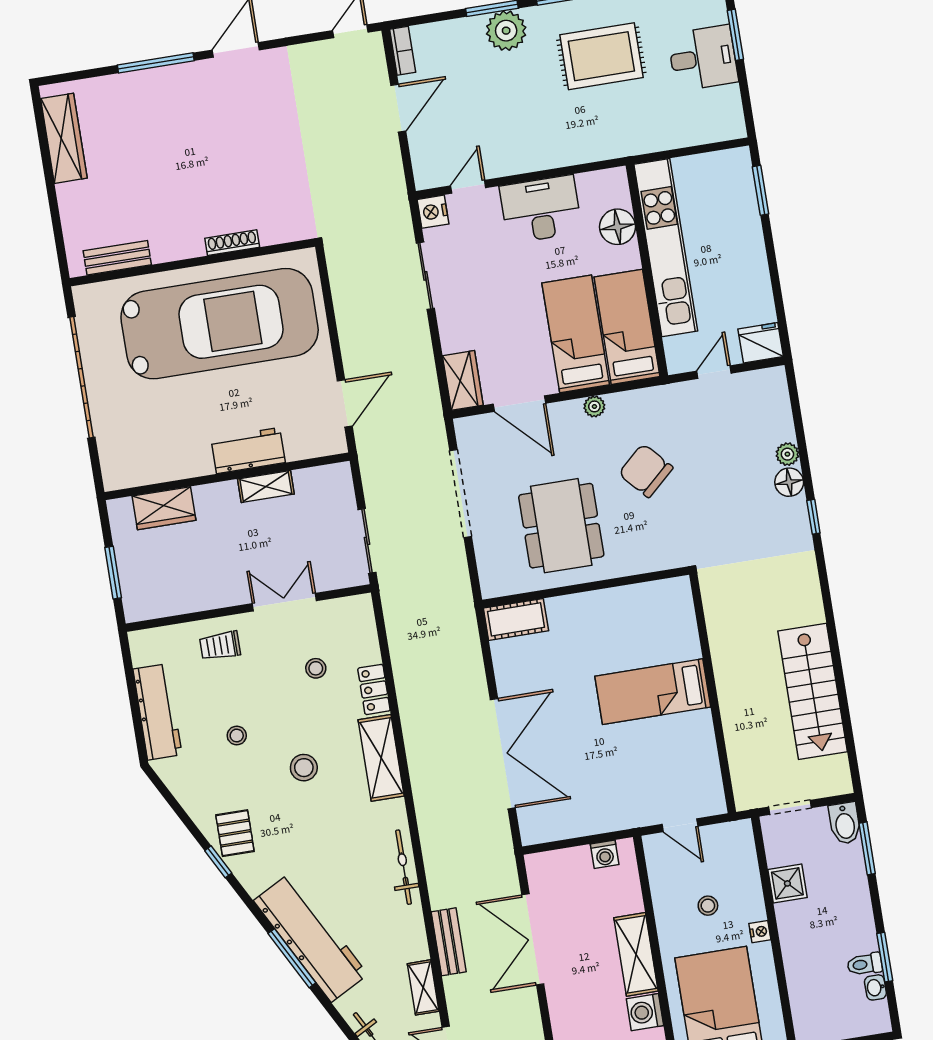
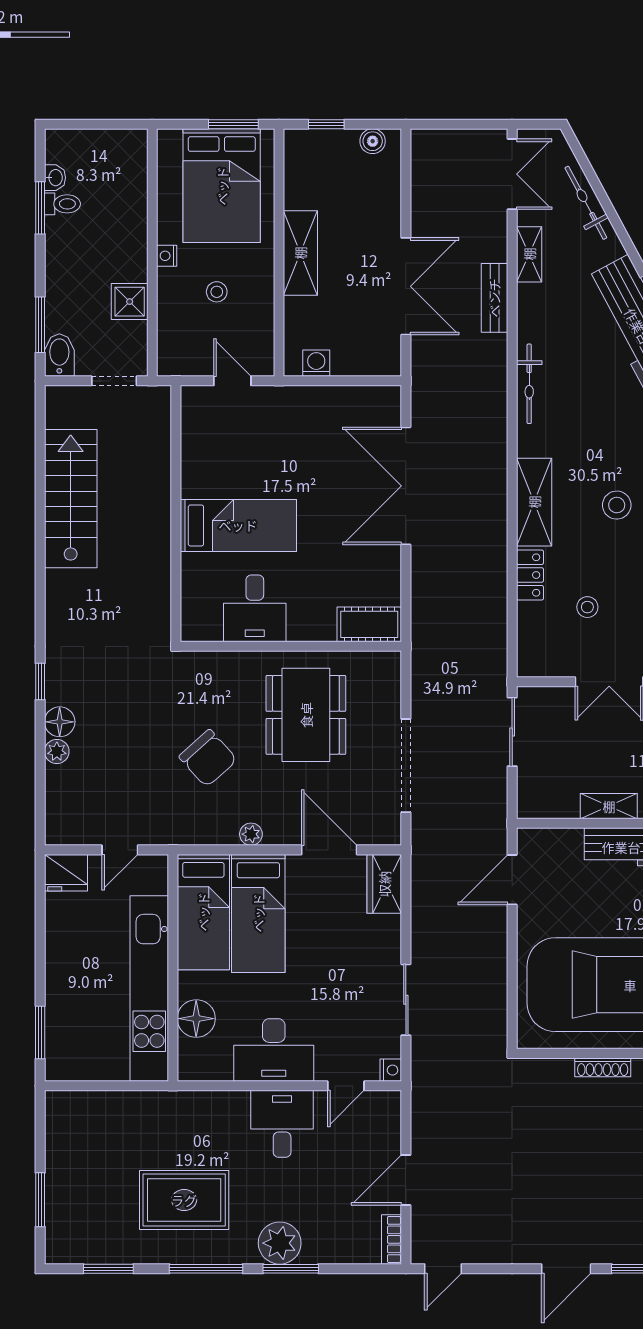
desk: (703, 58) -> (282, 1124), moved, turned 90
nightstand: (433, 212) -> (391, 1070), width x0.72, depth x0.74
desk: (625, 617) -> (255, 608), added
washing machine: (645, 1012) -> (301, 191), removed

